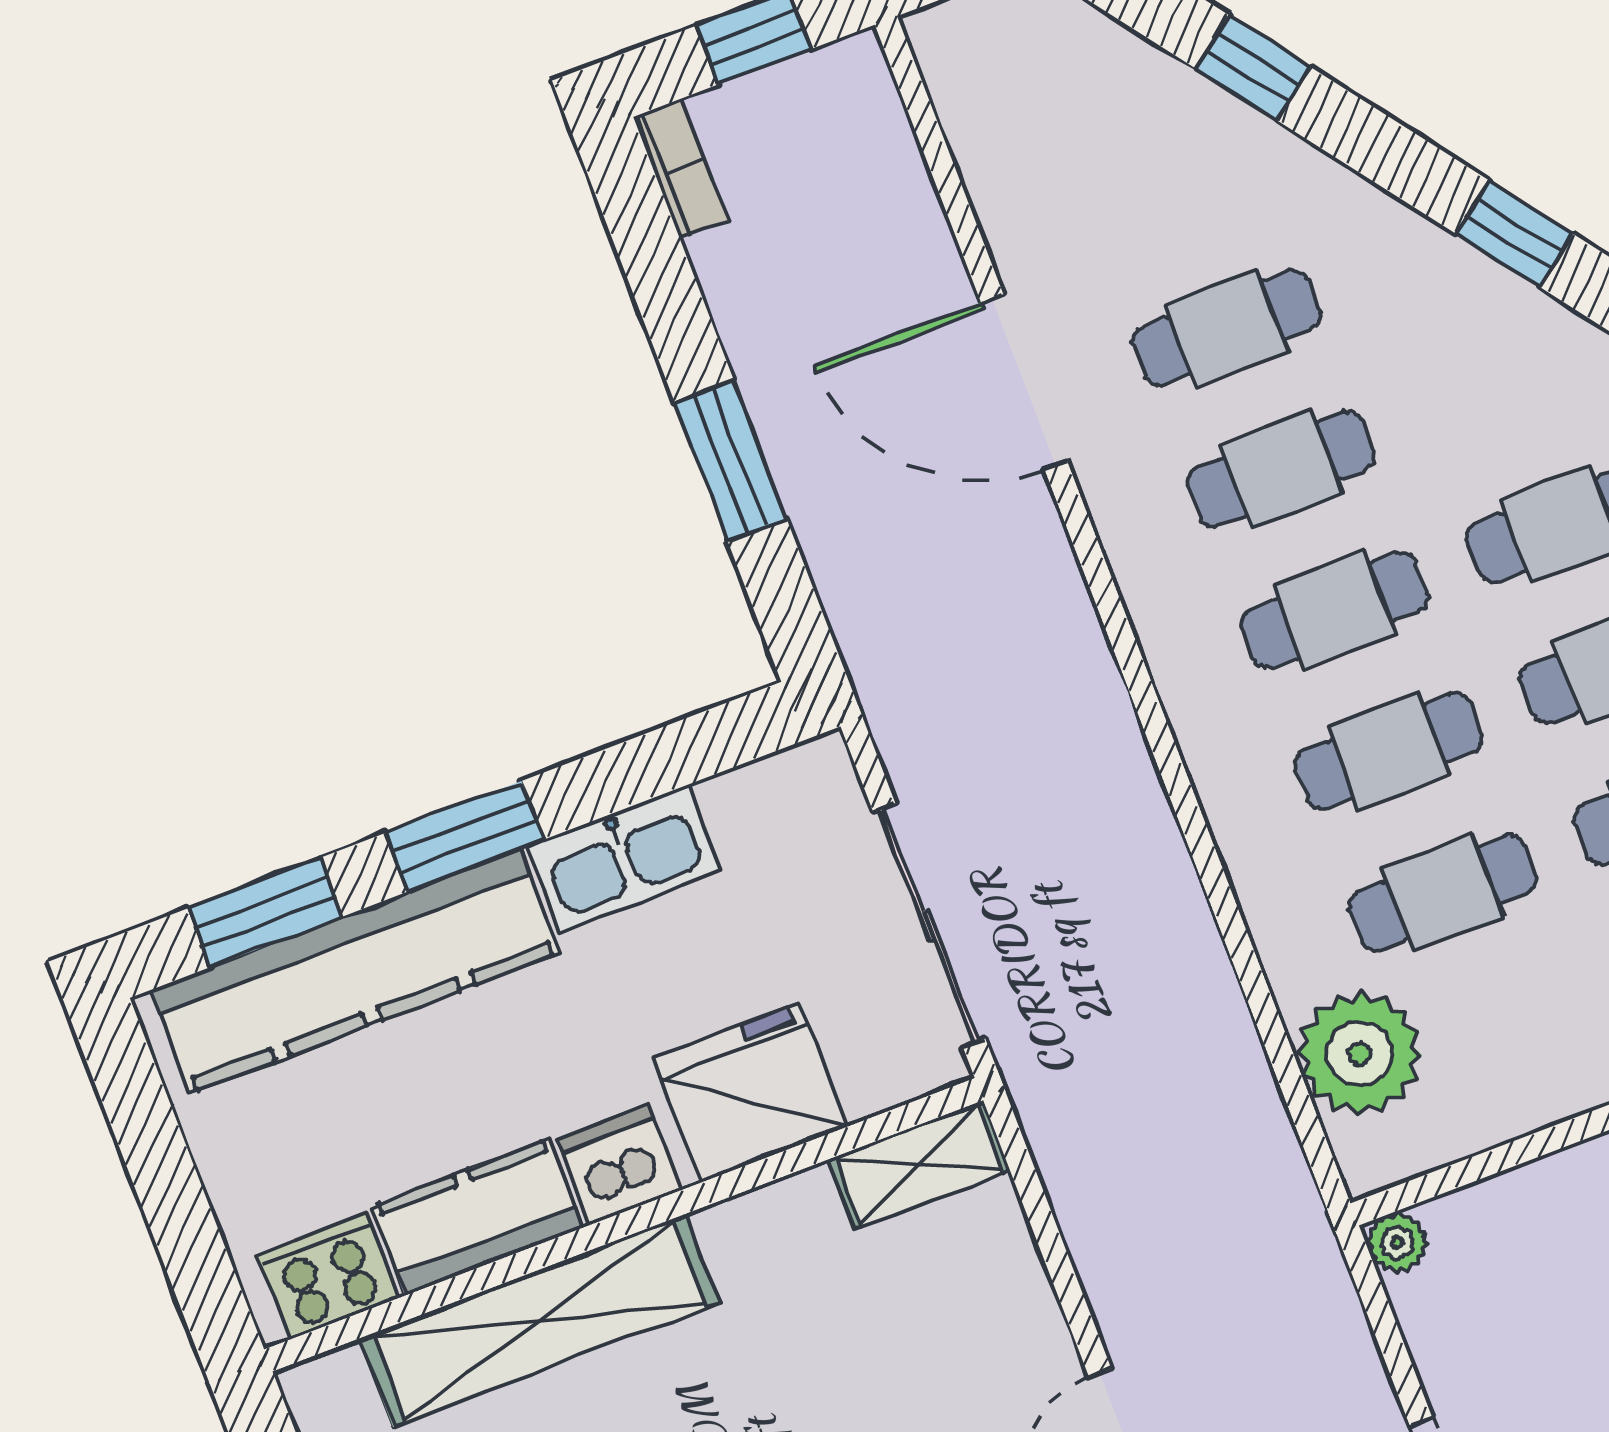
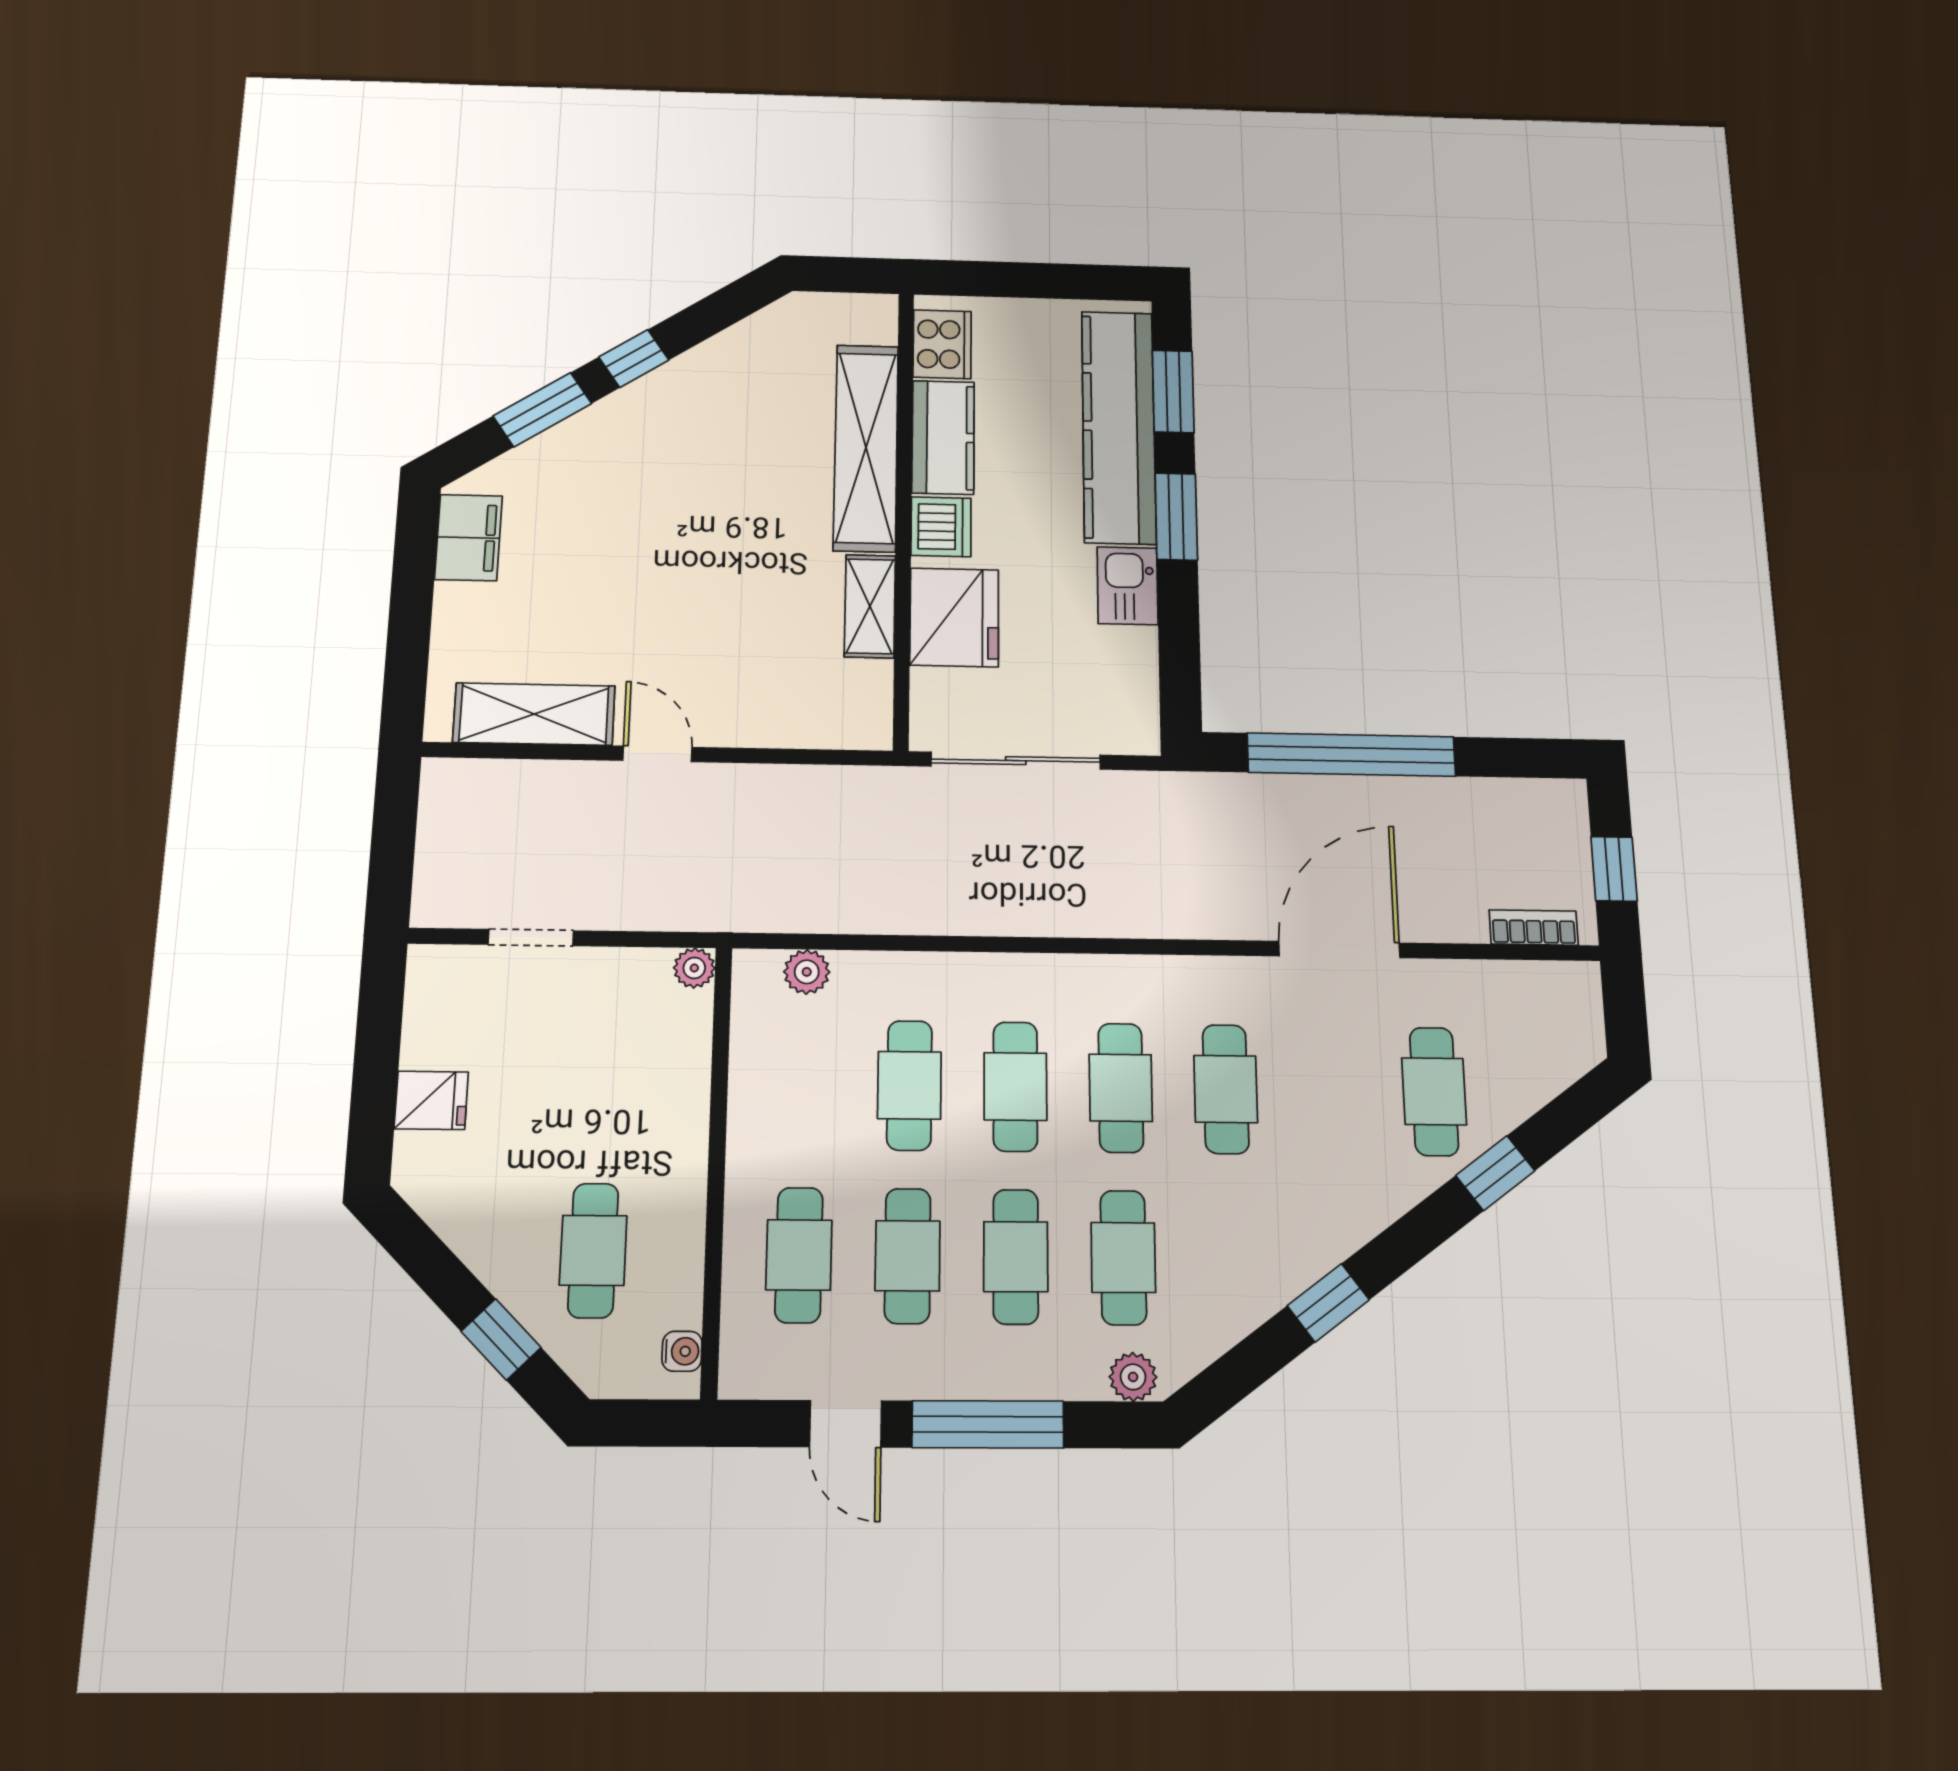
bookcase: (681, 168) -> (1534, 928), moved, turned 180
cafe table: (1227, 328) -> (1434, 1091), moved
window: (731, 461) -> (1351, 755), width x2.11
kitchen sink: (624, 858) -> (1128, 586), width x0.73
plant: (1360, 1053) -> (807, 972), width x0.53, depth x0.53
shelving: (919, 1165) -> (870, 606), moved

